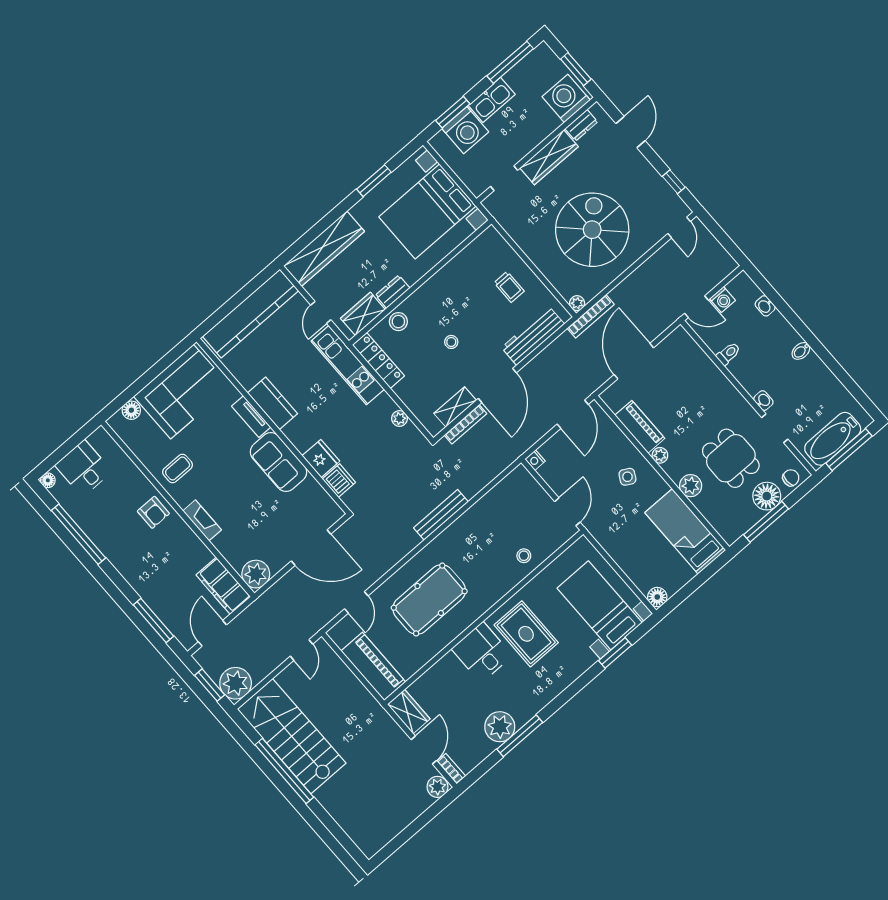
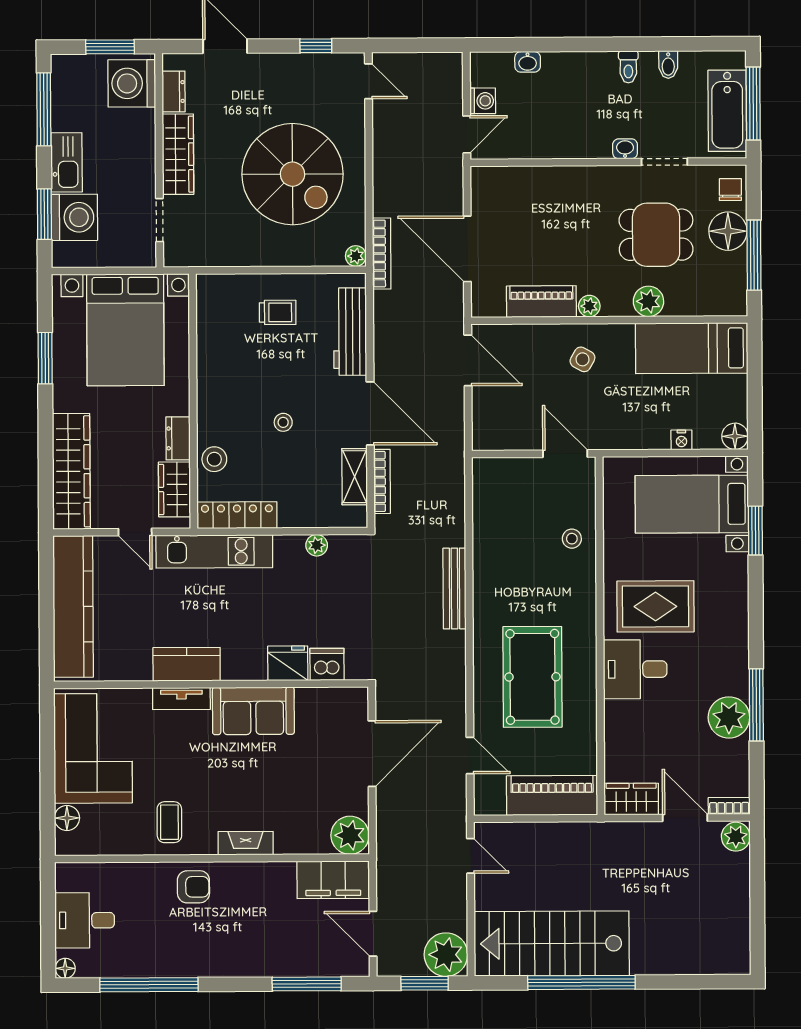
spiral stairs: (592, 230) -> (293, 174), turned 180
bidet: (801, 351) -> (668, 65), moved
toilet: (728, 354) -> (628, 67), moved, turned 180
nightstand: (535, 460) -> (681, 440), moved

